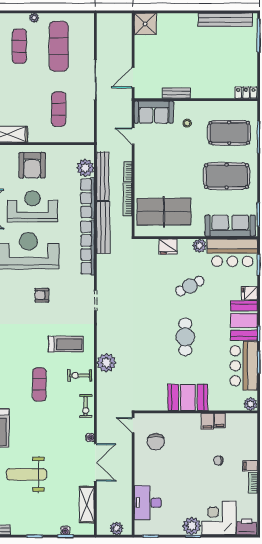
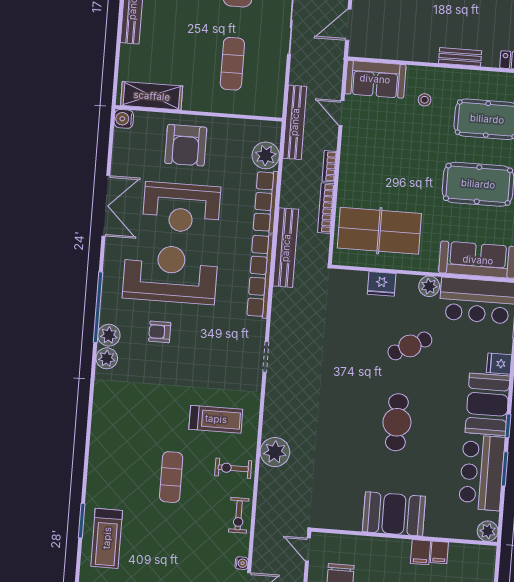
bench: (176, 93) -> (460, 57), moved
bench: (103, 176) -> (295, 122), moved
reception desk: (32, 206) -> (182, 208), turned 180
armchair: (42, 295) -> (160, 332), moved

